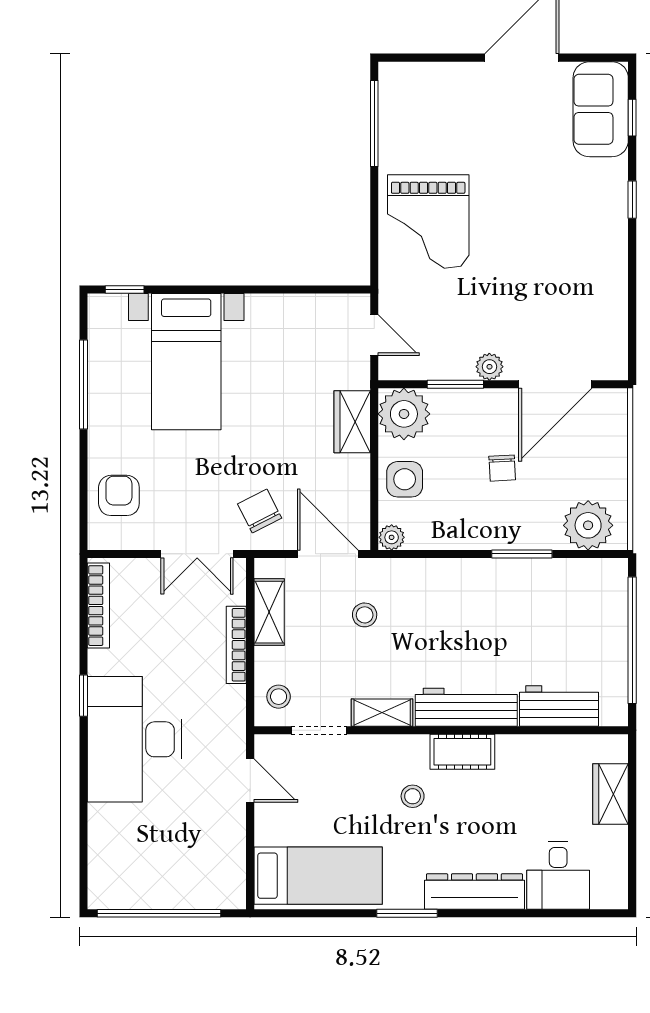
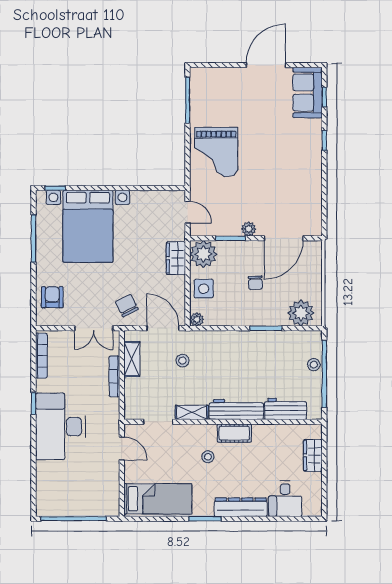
bed with nightstands: (186, 362) -> (88, 226), width x1.36
stool: (279, 697) -> (314, 365), moved

